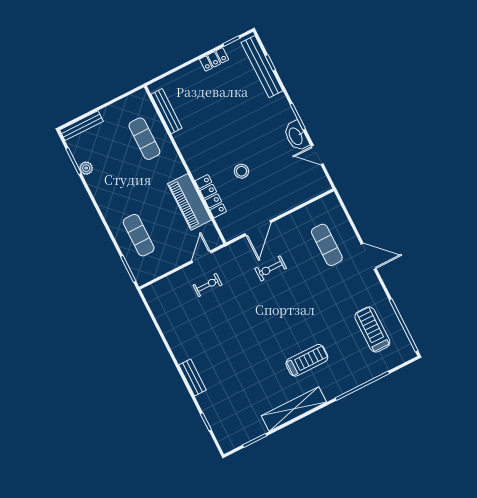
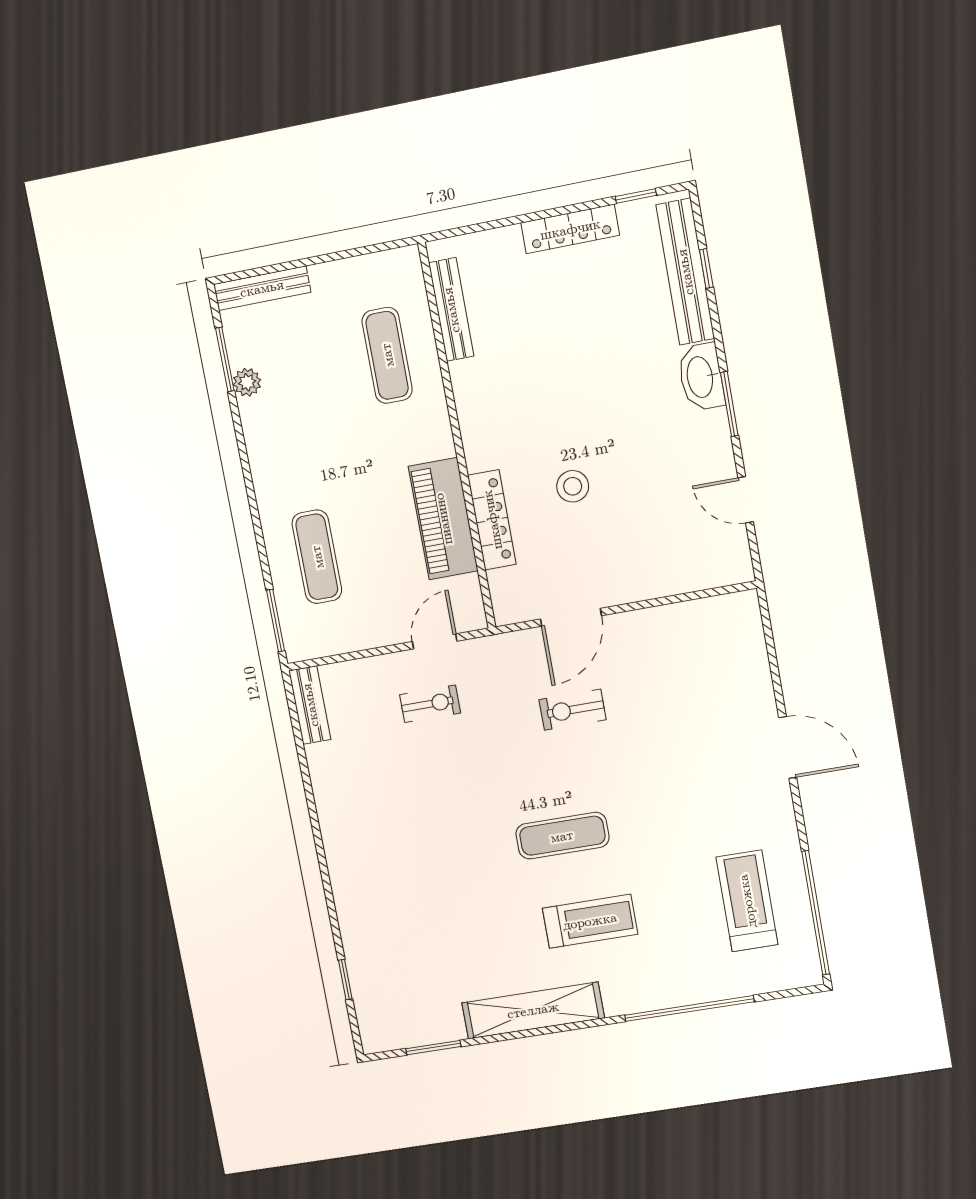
locker: (214, 59) -> (570, 229), width x1.53
washbasin: (296, 136) -> (701, 377), moved
exercise mat: (327, 245) -> (562, 836), moved, turned 90
bench: (193, 378) -> (310, 705), moved

